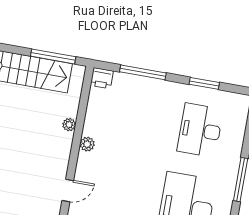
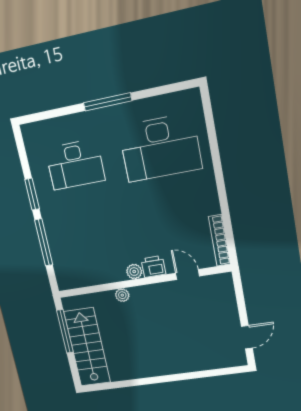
printer: (102, 78) -> (153, 266), moved, turned -90
window: (204, 83) -> (32, 194), moved

